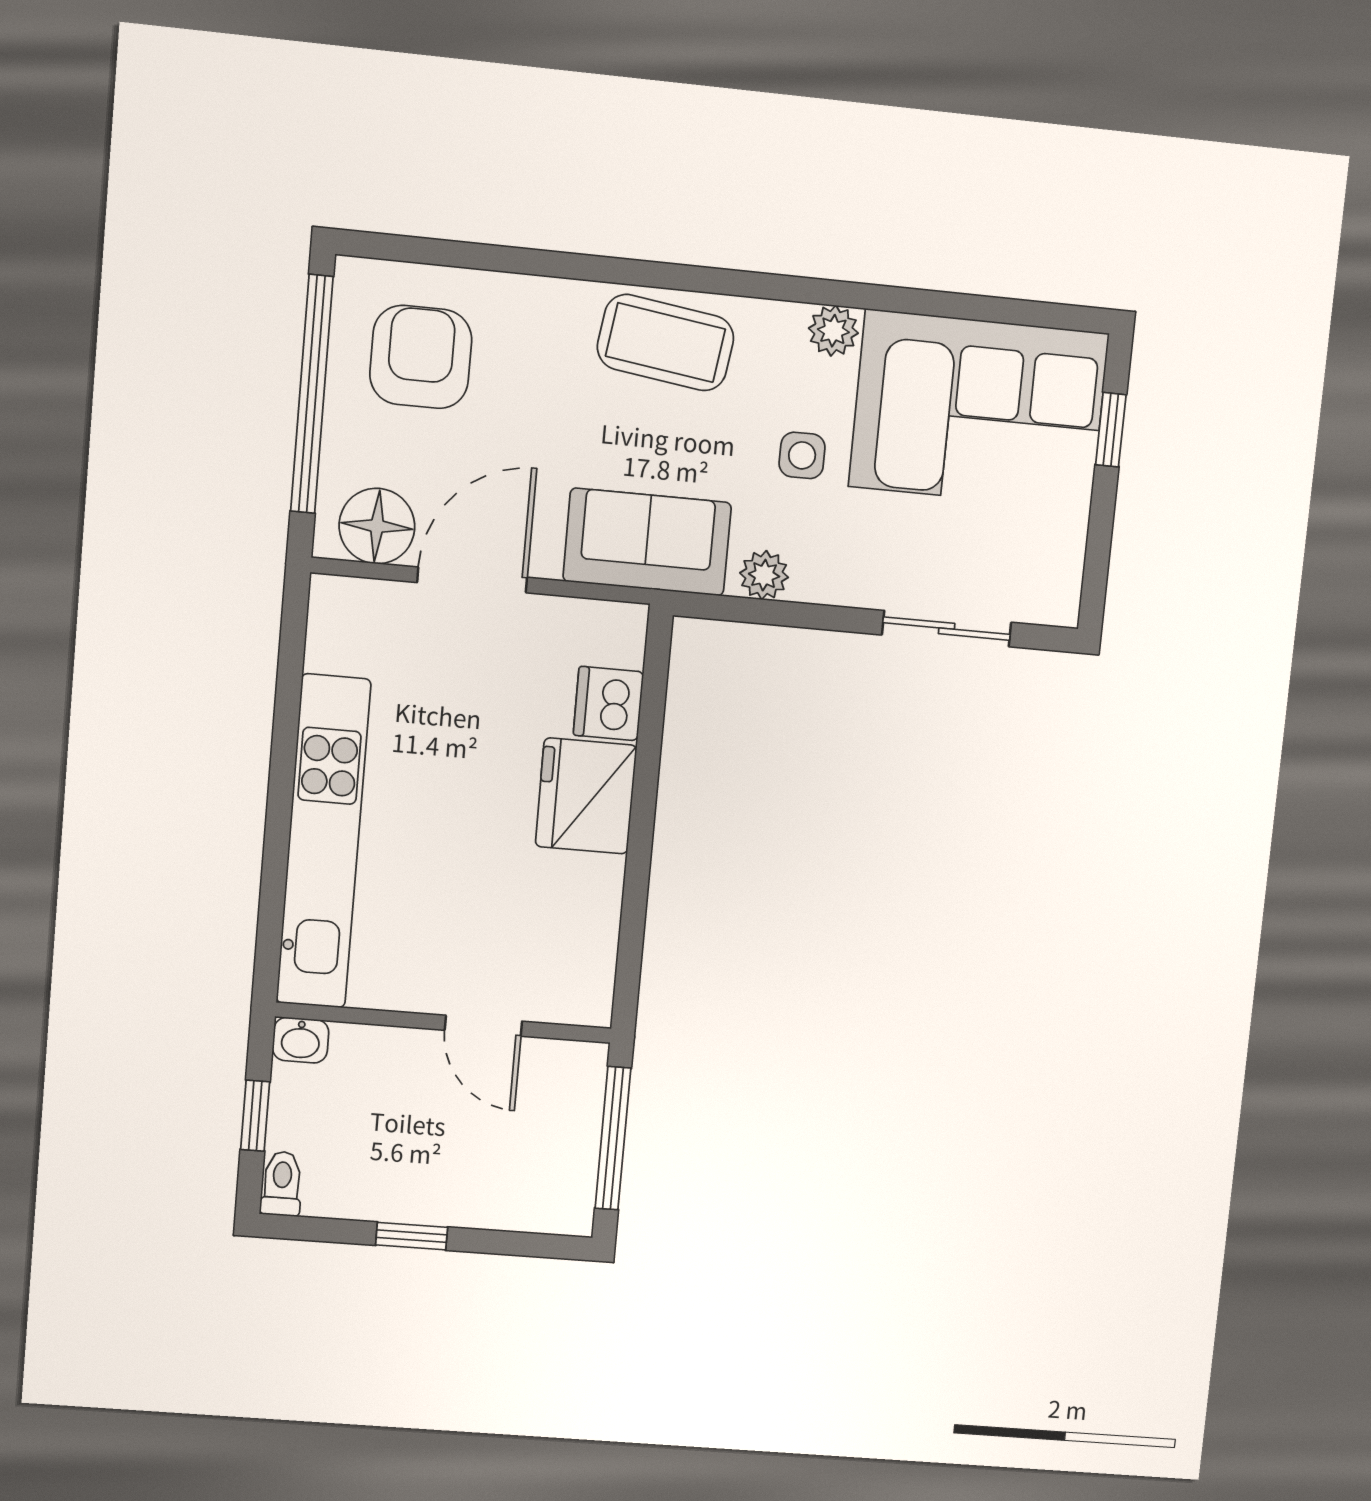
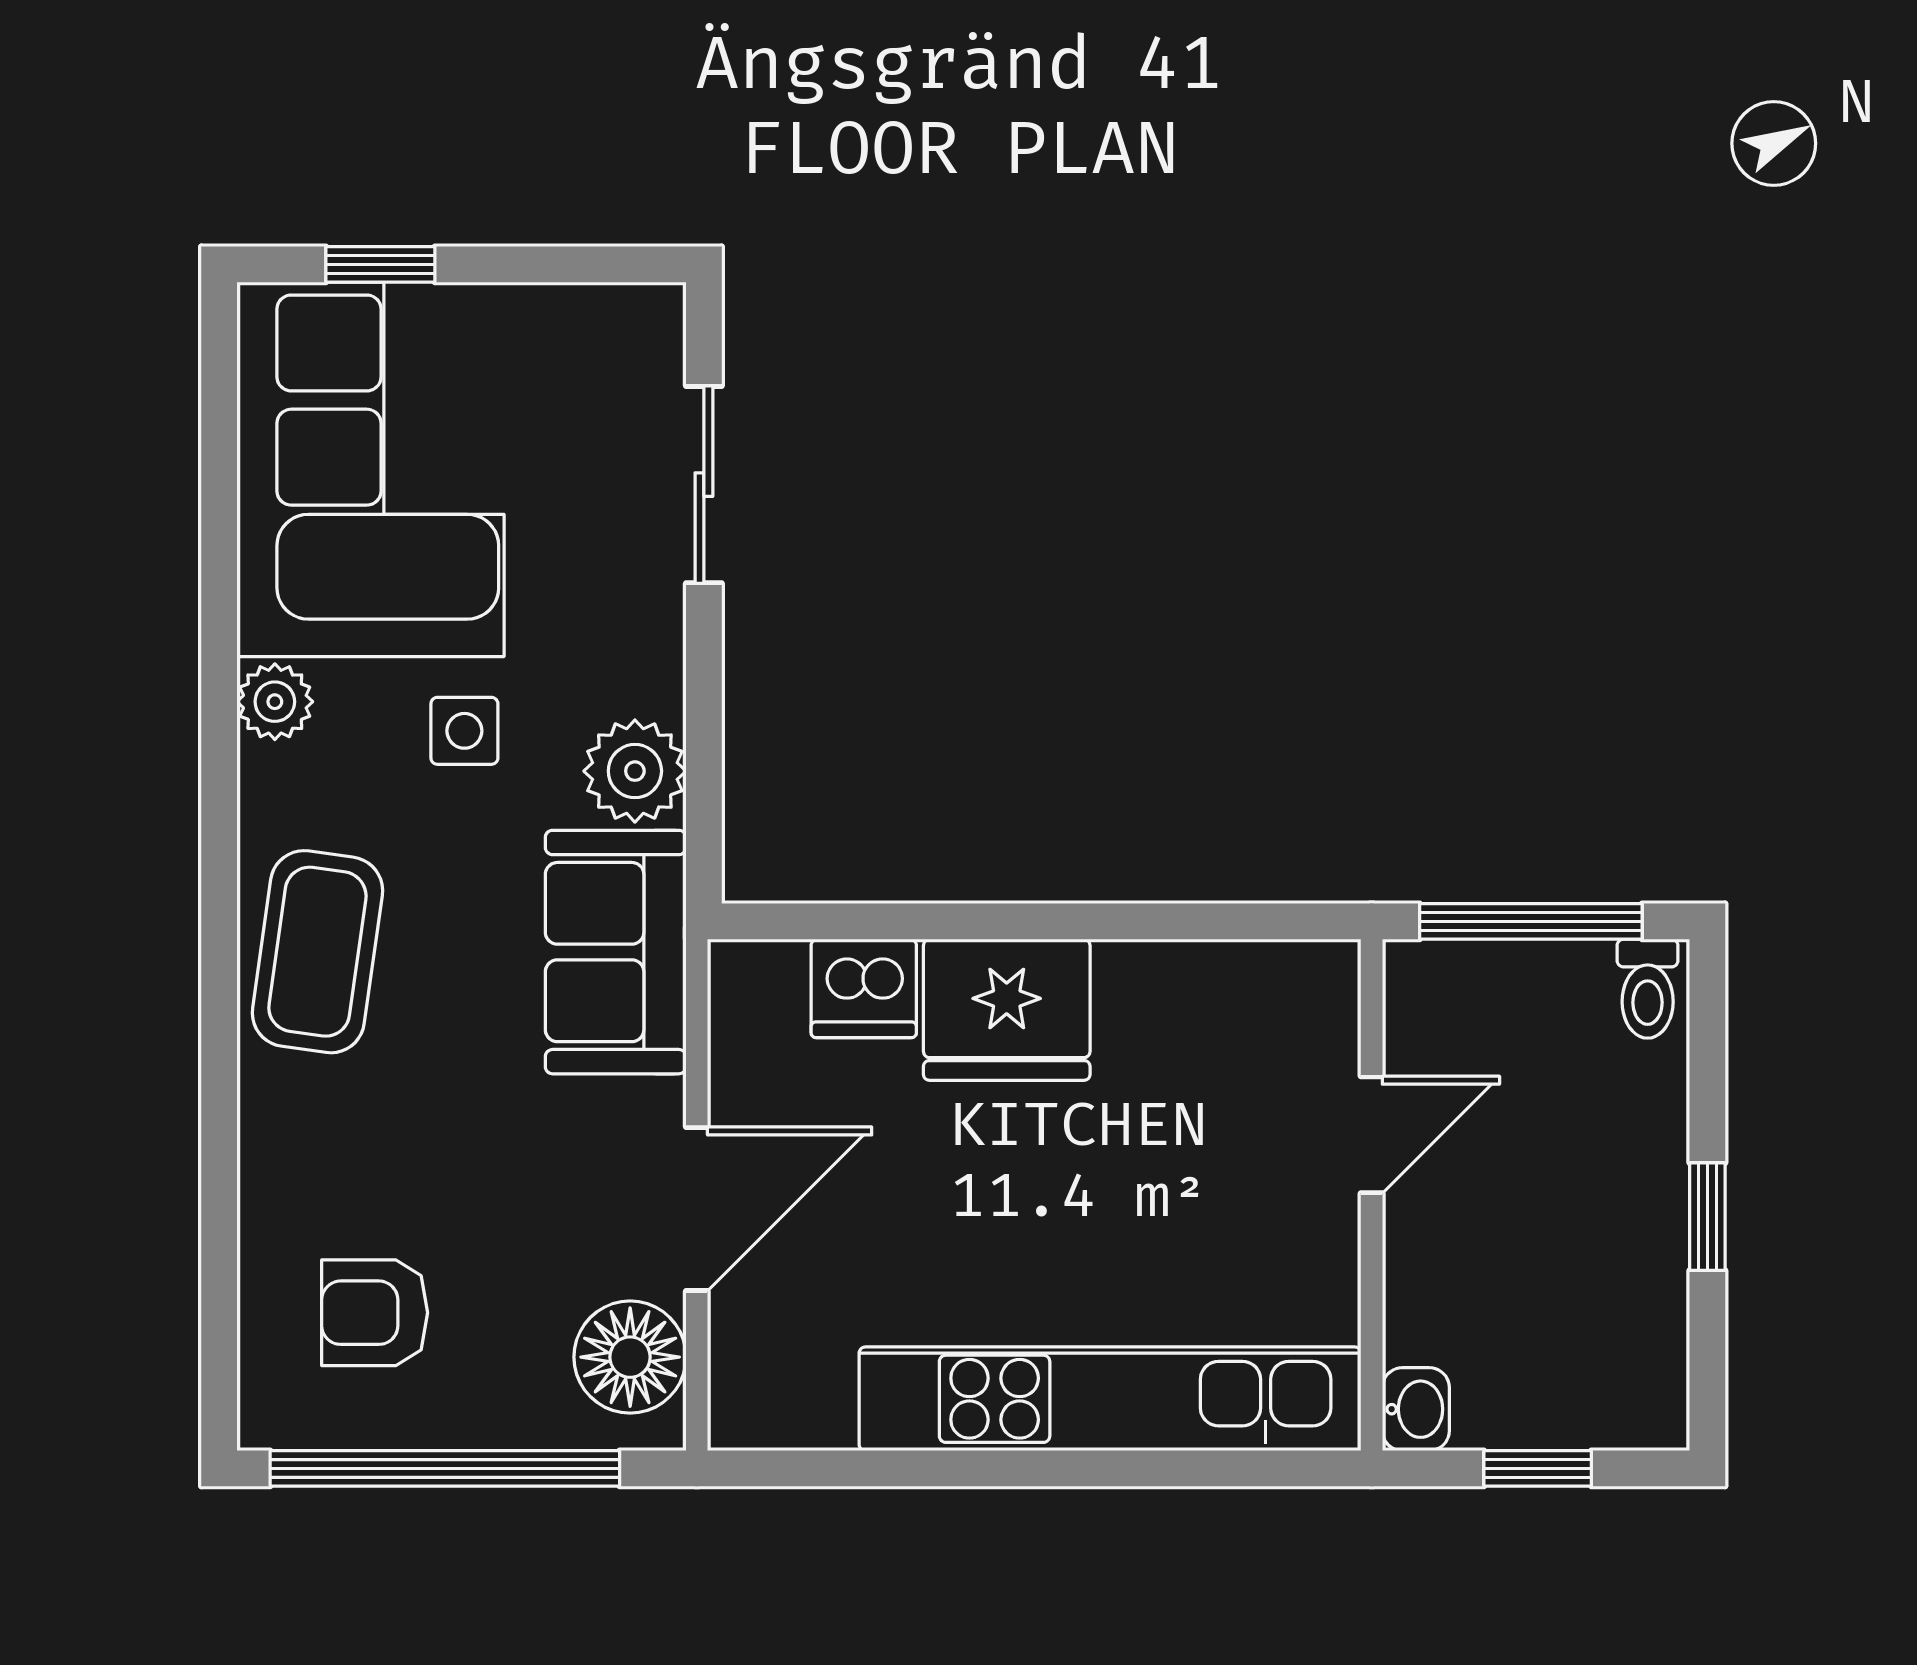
armchair: (421, 357) -> (375, 1313), width x0.72, depth x0.72
plant: (764, 575) -> (635, 771), width x1.38, depth x1.38
door: (472, 580) -> (697, 1209), swing flipped
toilet: (282, 1184) -> (1648, 989), moved, turned -90

